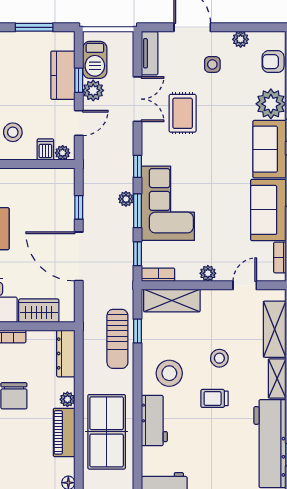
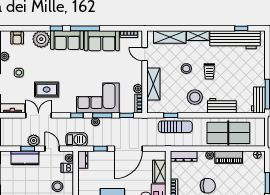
barbecue: (95, 60) -> (77, 140), moved
dresser: (60, 177) -> (83, 160), added
plant: (208, 273) -> (138, 89), moved
shelving: (172, 300) -> (153, 84), moved

